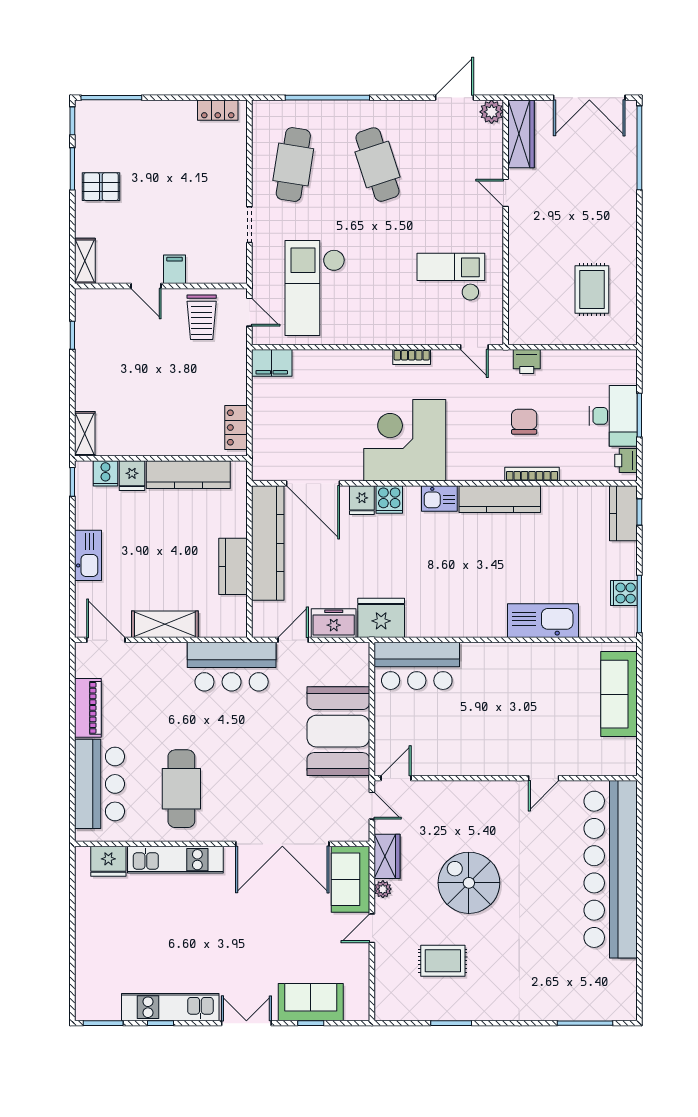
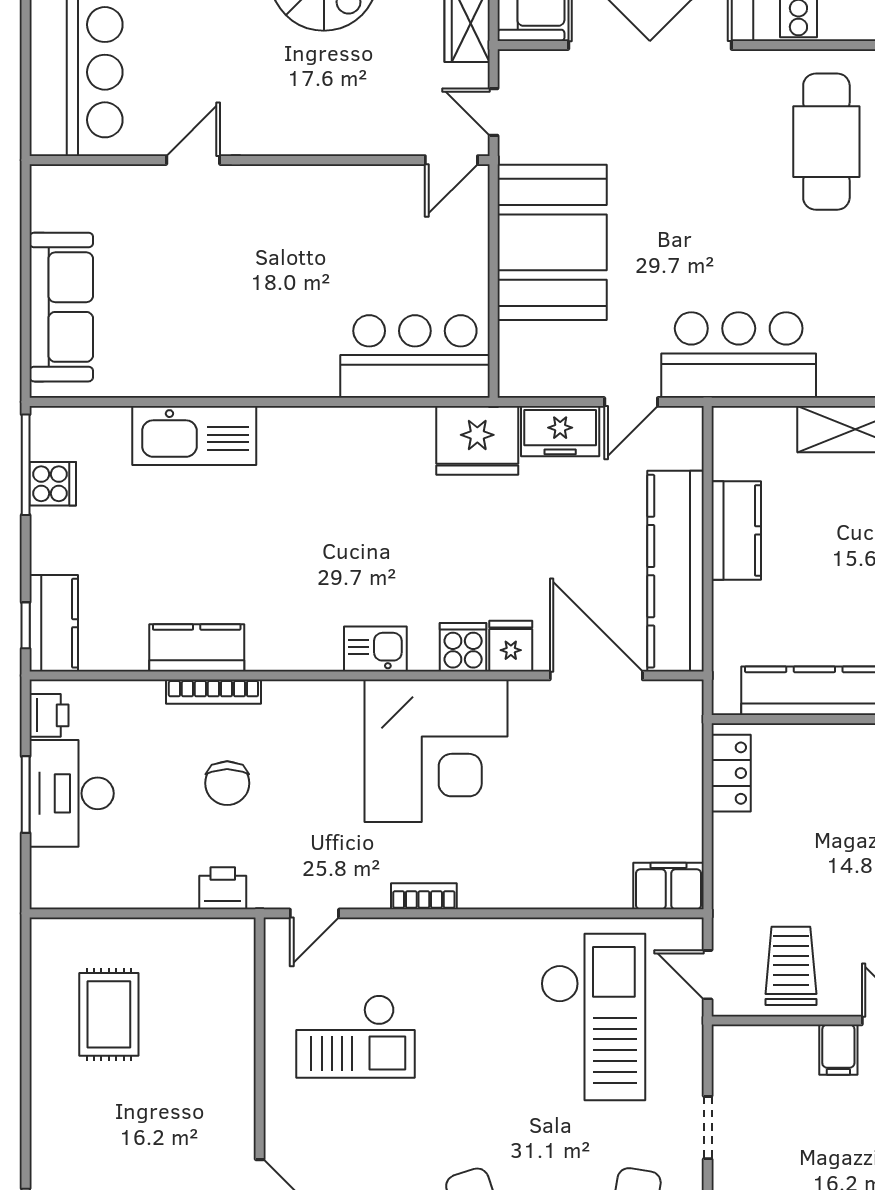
door: (474, 347) -> (314, 913), swing flipped
kitchen counter: (500, 499) -> (197, 648), moved, width x0.67

